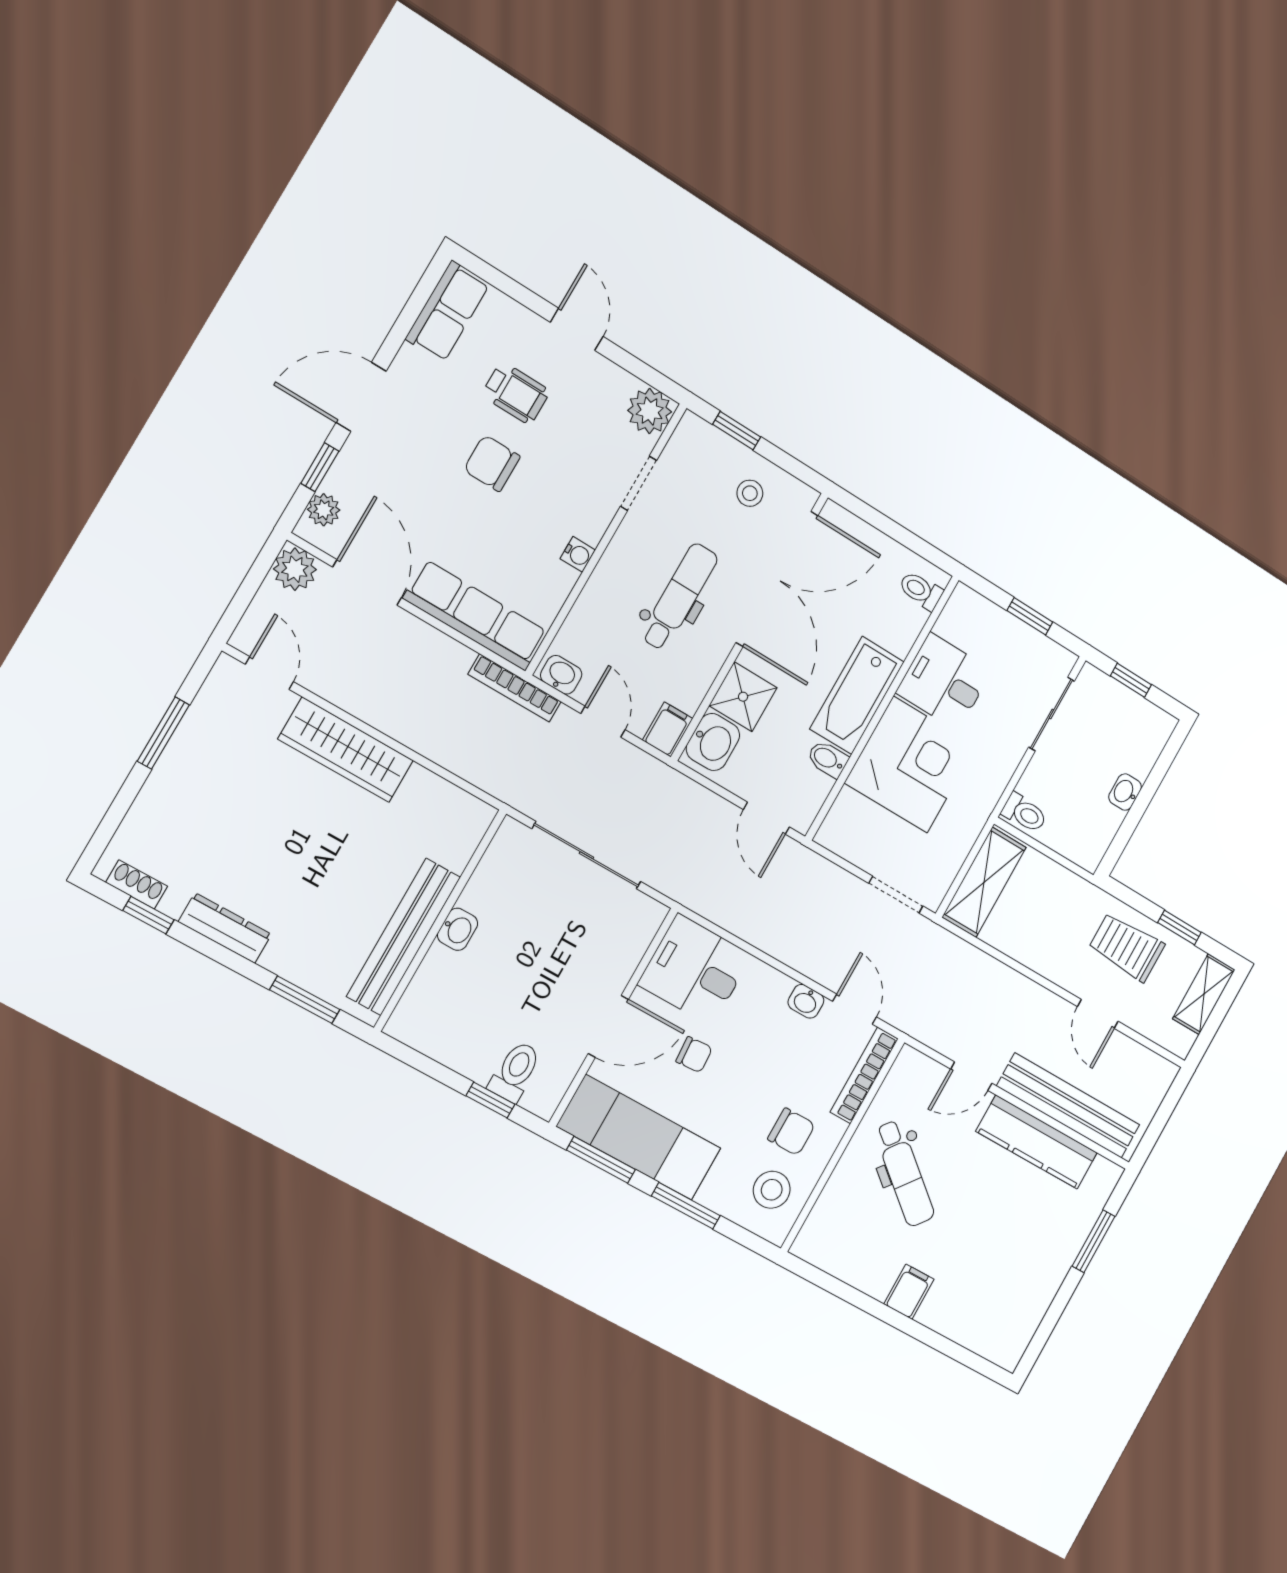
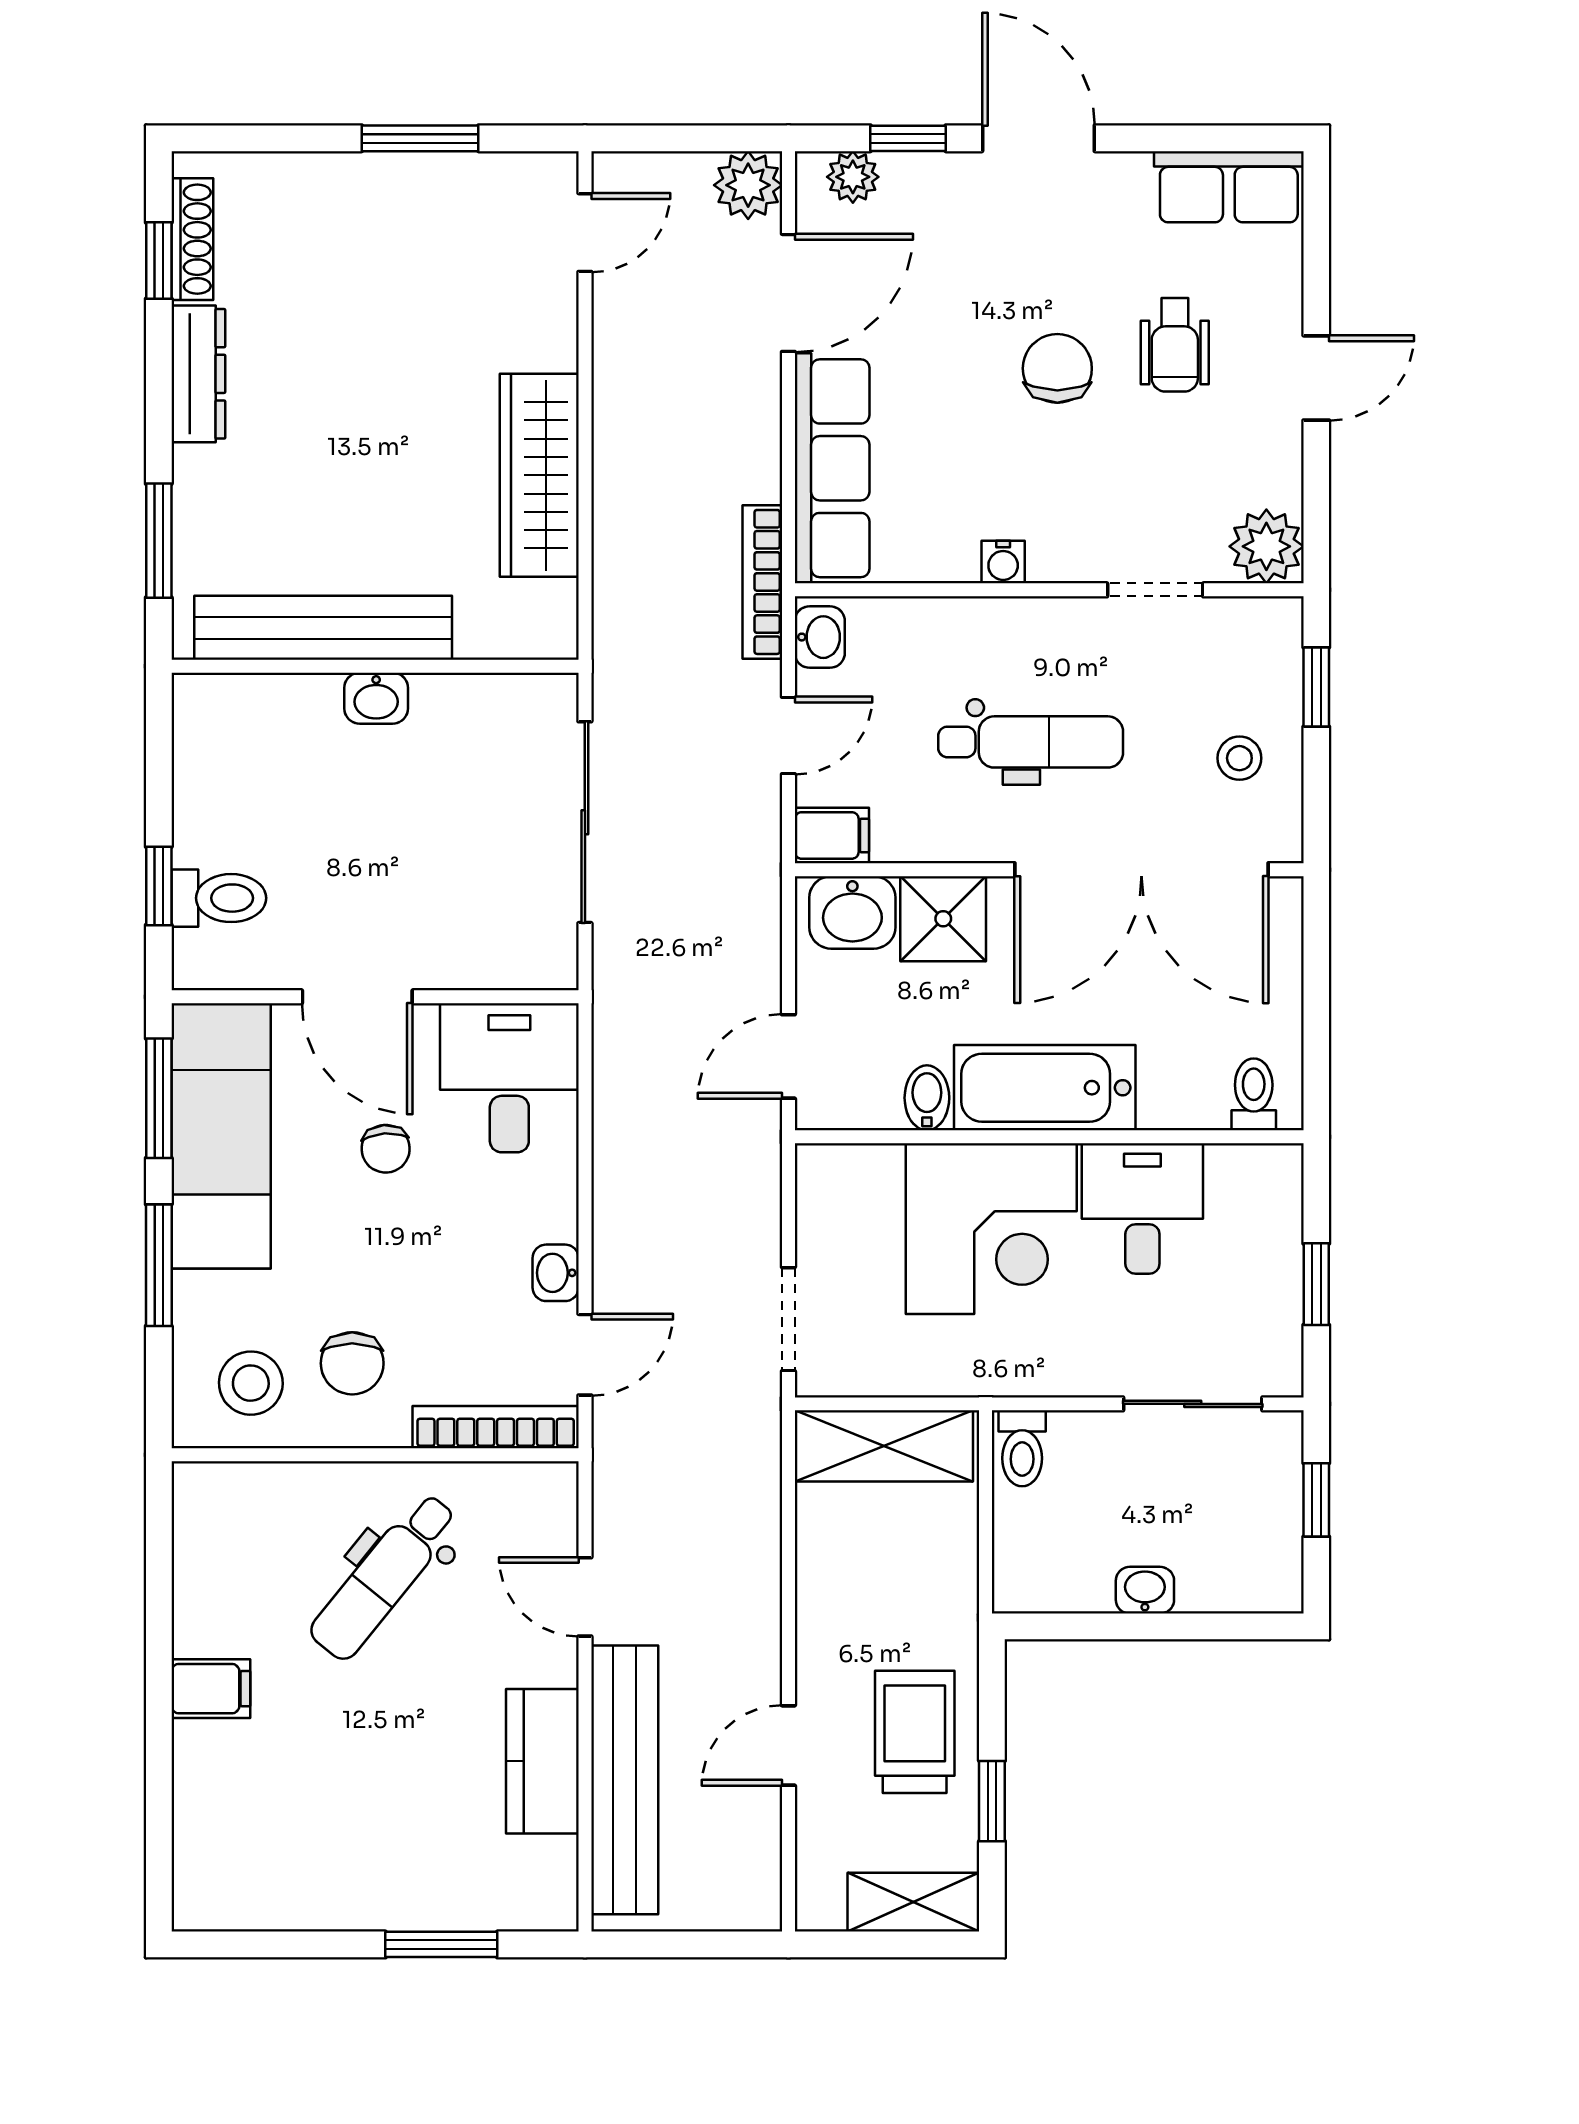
wardrobe: (346, 750) -> (539, 475), moved
shoe rack: (137, 884) -> (192, 239), width x1.43
kitchen counter: (1037, 1142) -> (542, 1761), width x0.67

